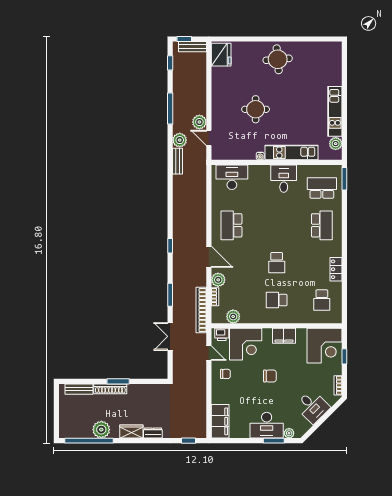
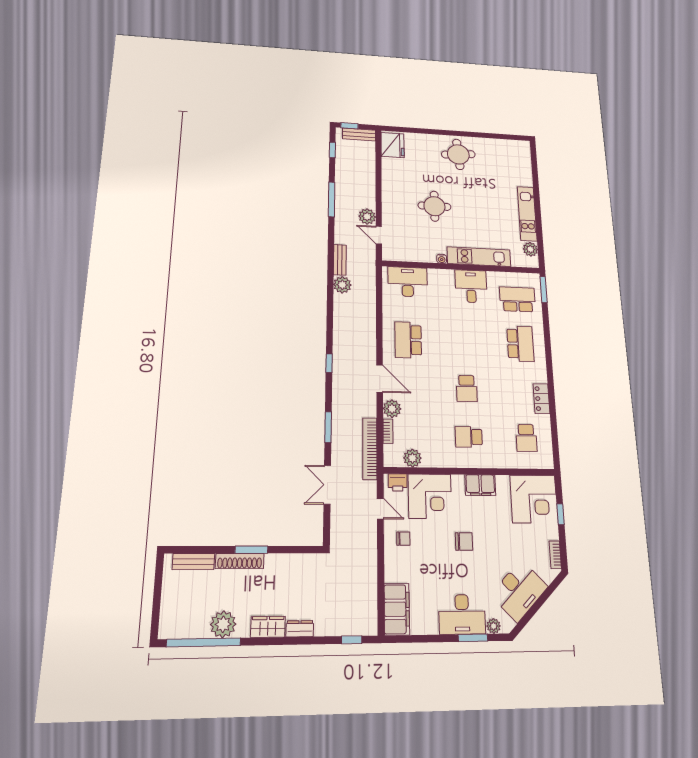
plant: (180, 140) -> (342, 285), moved
desk: (313, 407) -> (519, 591), width x1.37

